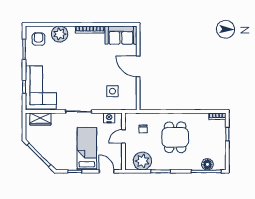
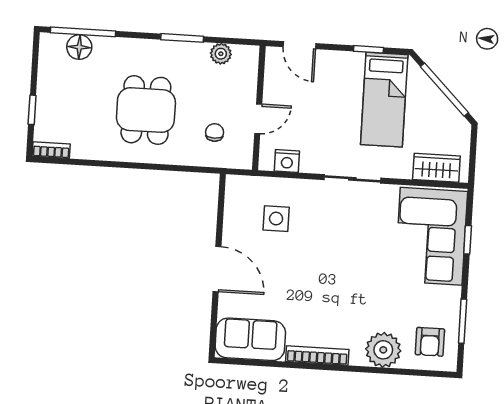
bed: (87, 149) -> (384, 100), moved
plant: (142, 161) -> (221, 54), width x0.53, depth x0.53

